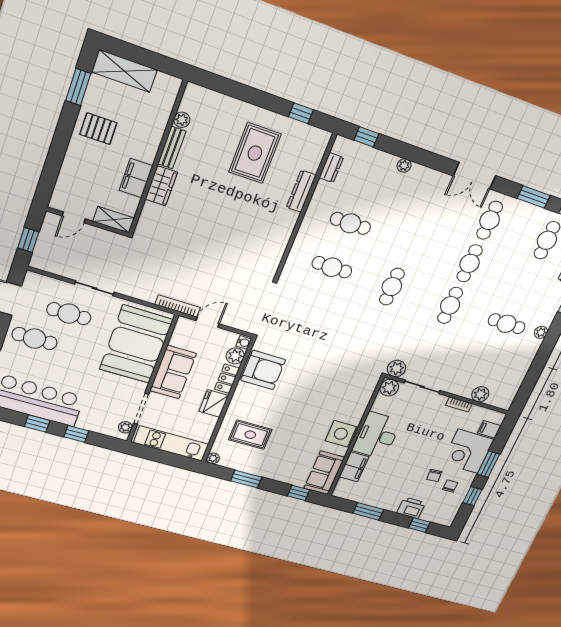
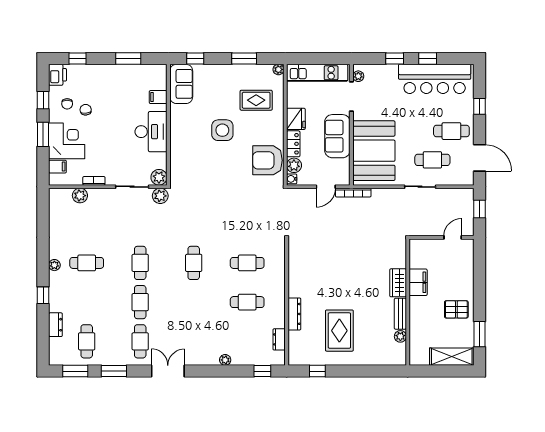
shelving: (114, 220) -> (424, 245), removed
side table: (341, 434) -> (222, 130), moved
filing cabinet: (354, 467) -> (158, 97), width x0.50
printer: (411, 508) -> (57, 75), moved, turned -90

